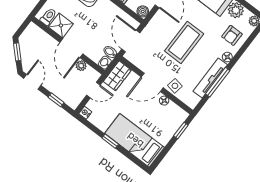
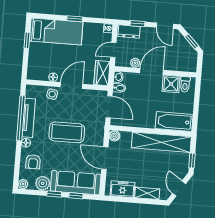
armchair: (232, 35) -> (33, 162), turned 180
coffee table: (184, 42) -> (67, 132), turned 90
door: (71, 48) -> (152, 71), hinge flipped
window: (218, 82) -> (21, 118), width x1.46
dresser: (68, 98) -> (129, 31), added
window: (181, 131) -> (27, 40), moved

